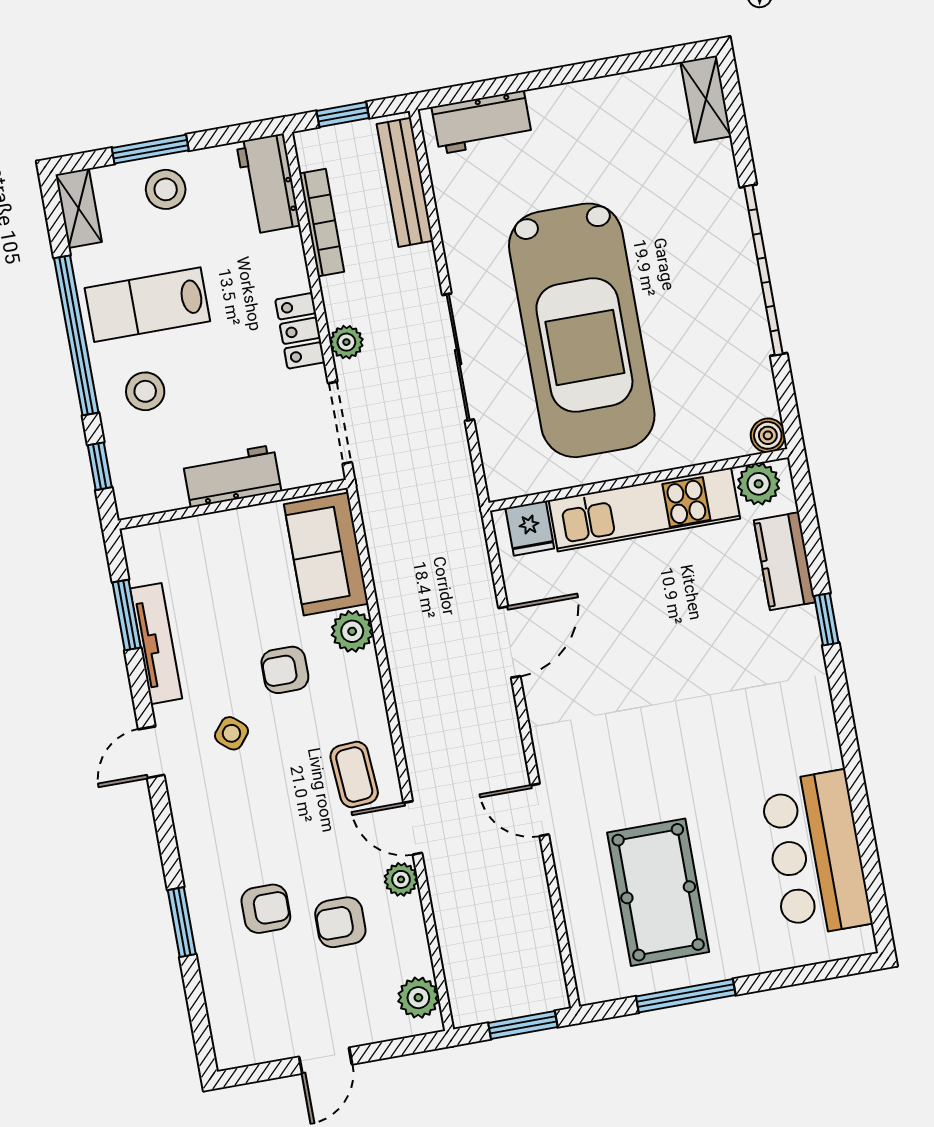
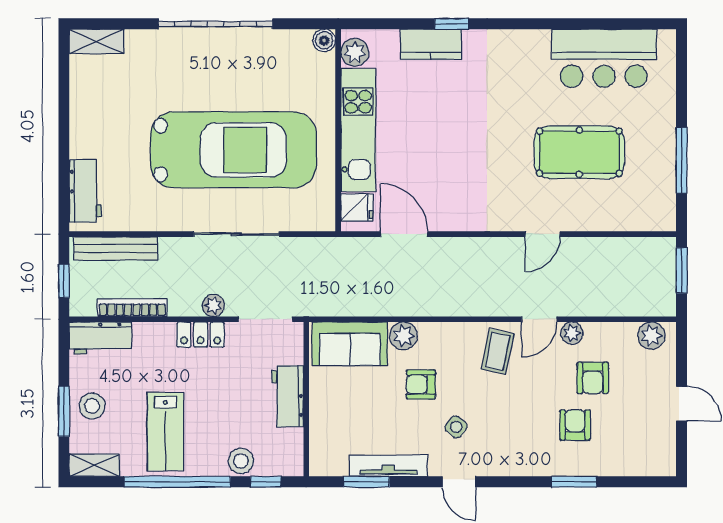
stool: (145, 391) -> (241, 461), moved
kitchen counter: (784, 561) -> (431, 44), moved
door: (509, 642) -> (404, 234), moved
armchair: (285, 670) -> (421, 384), turned 90
coffee table: (354, 775) -> (498, 351), turned -74
pool table: (658, 892) -> (579, 152), moved

